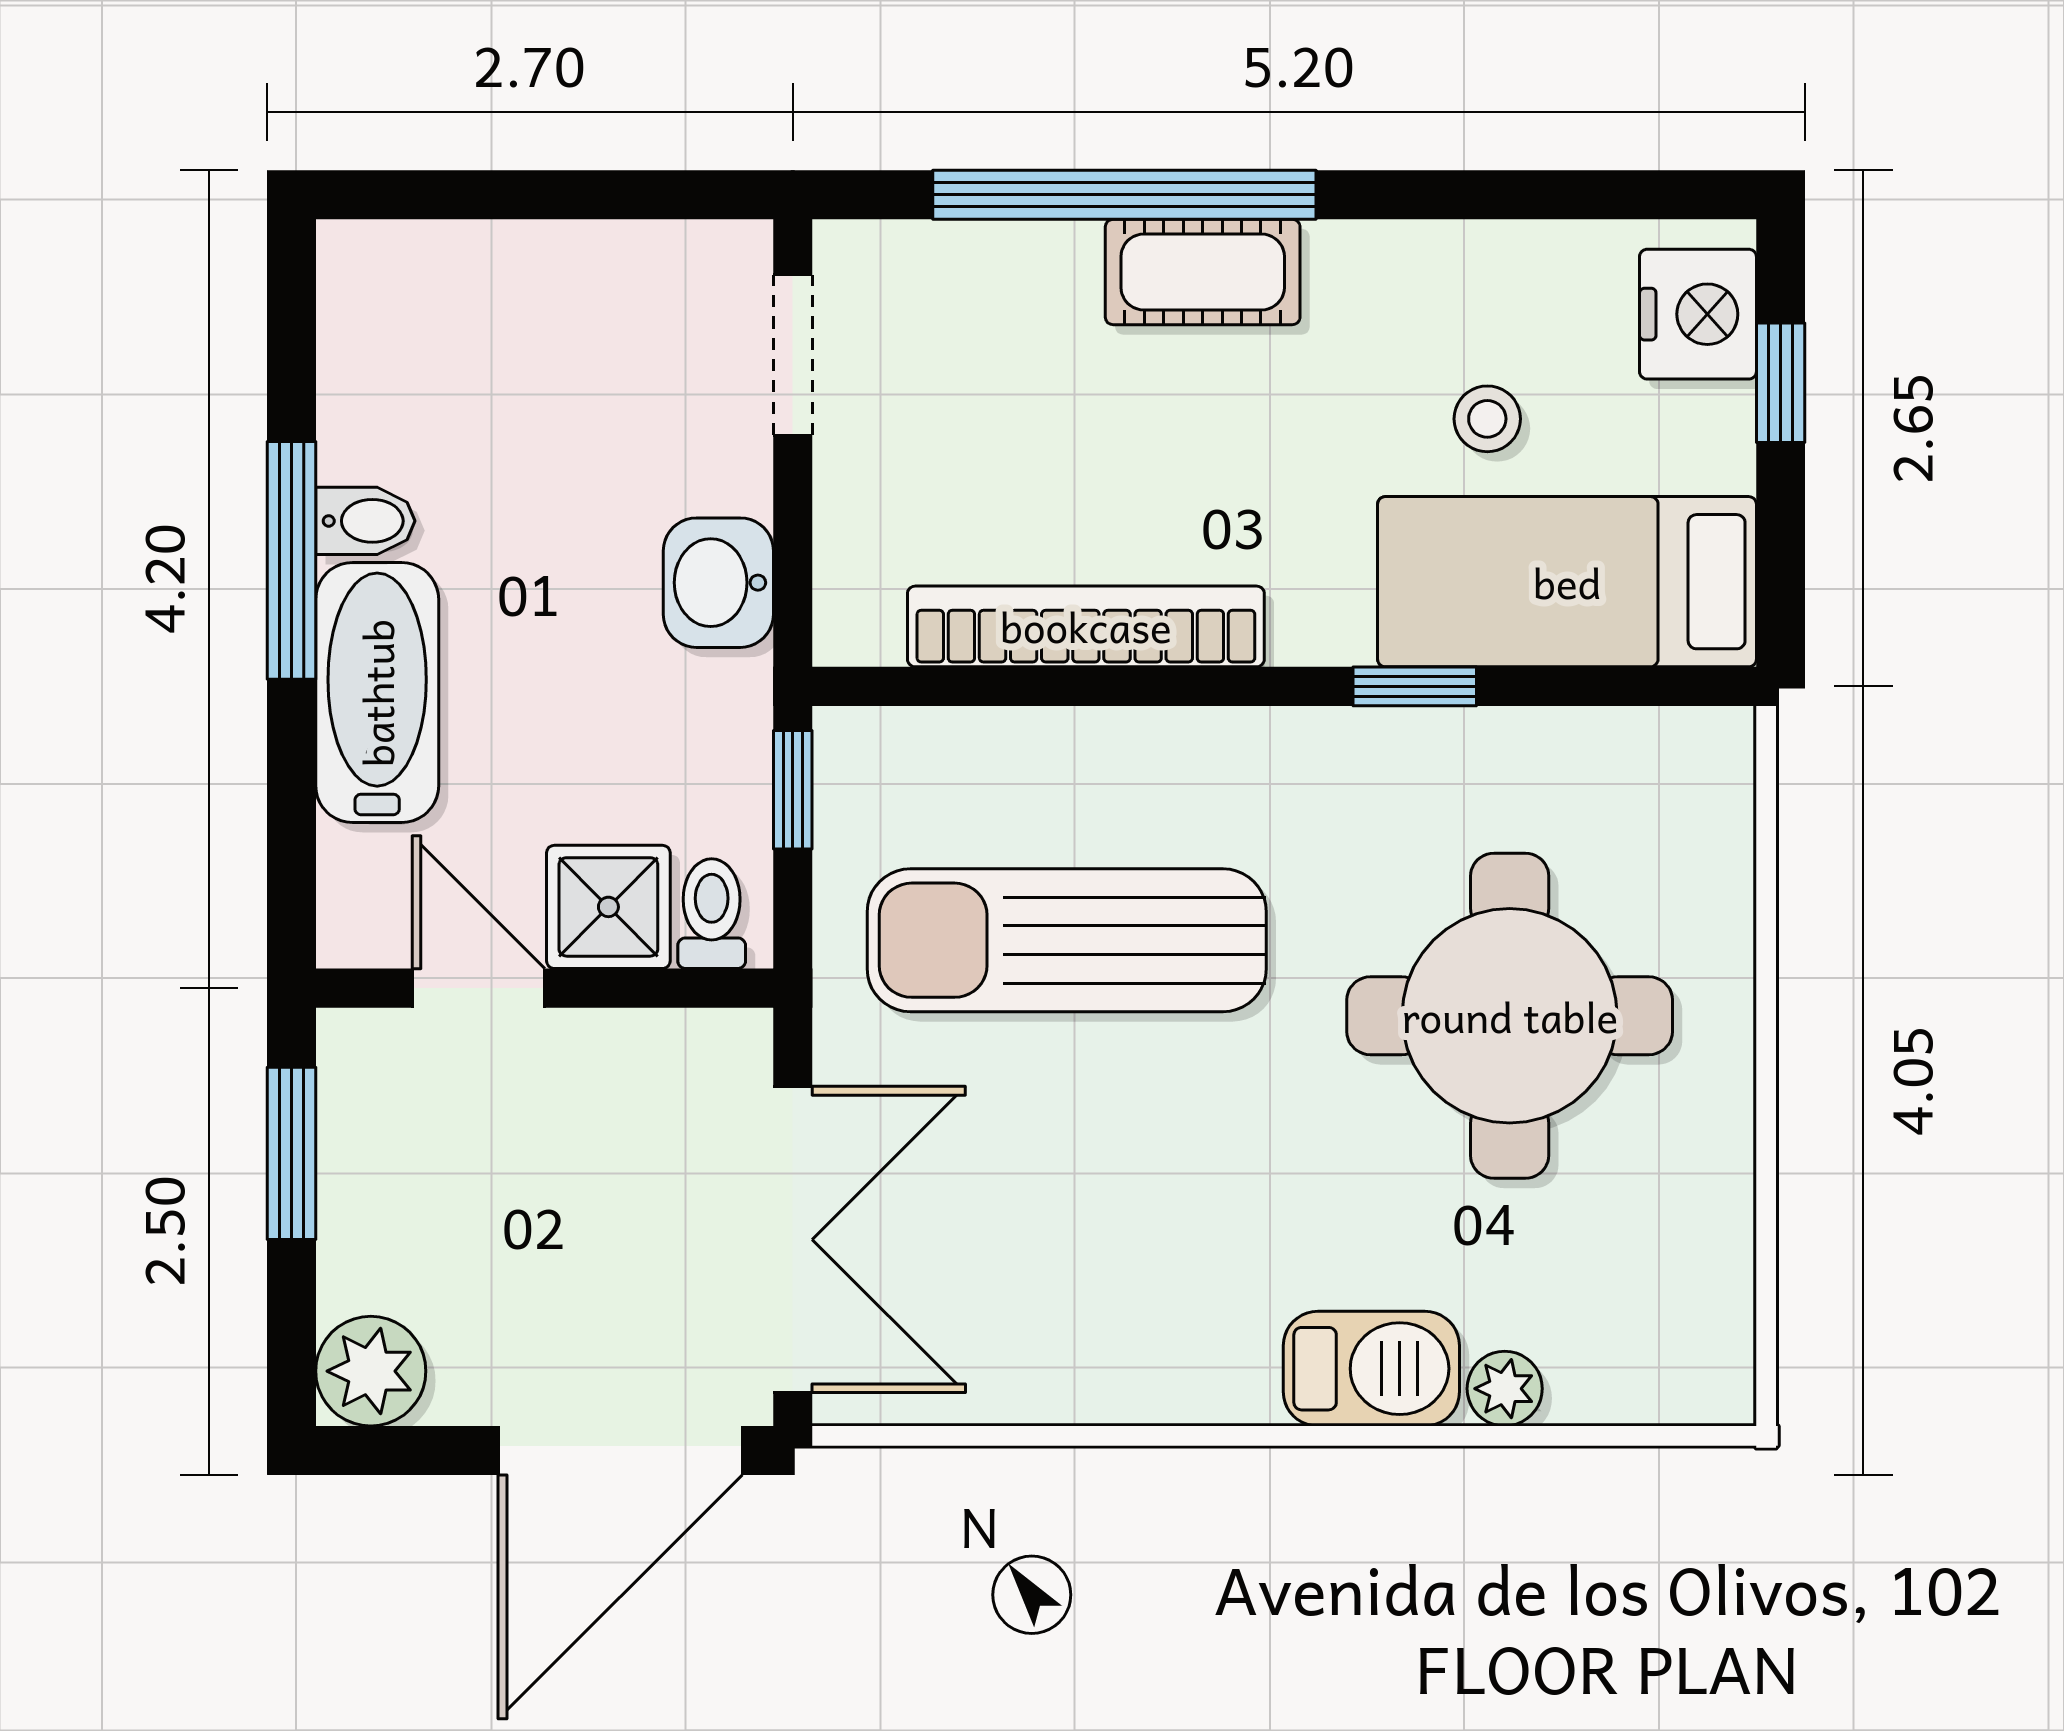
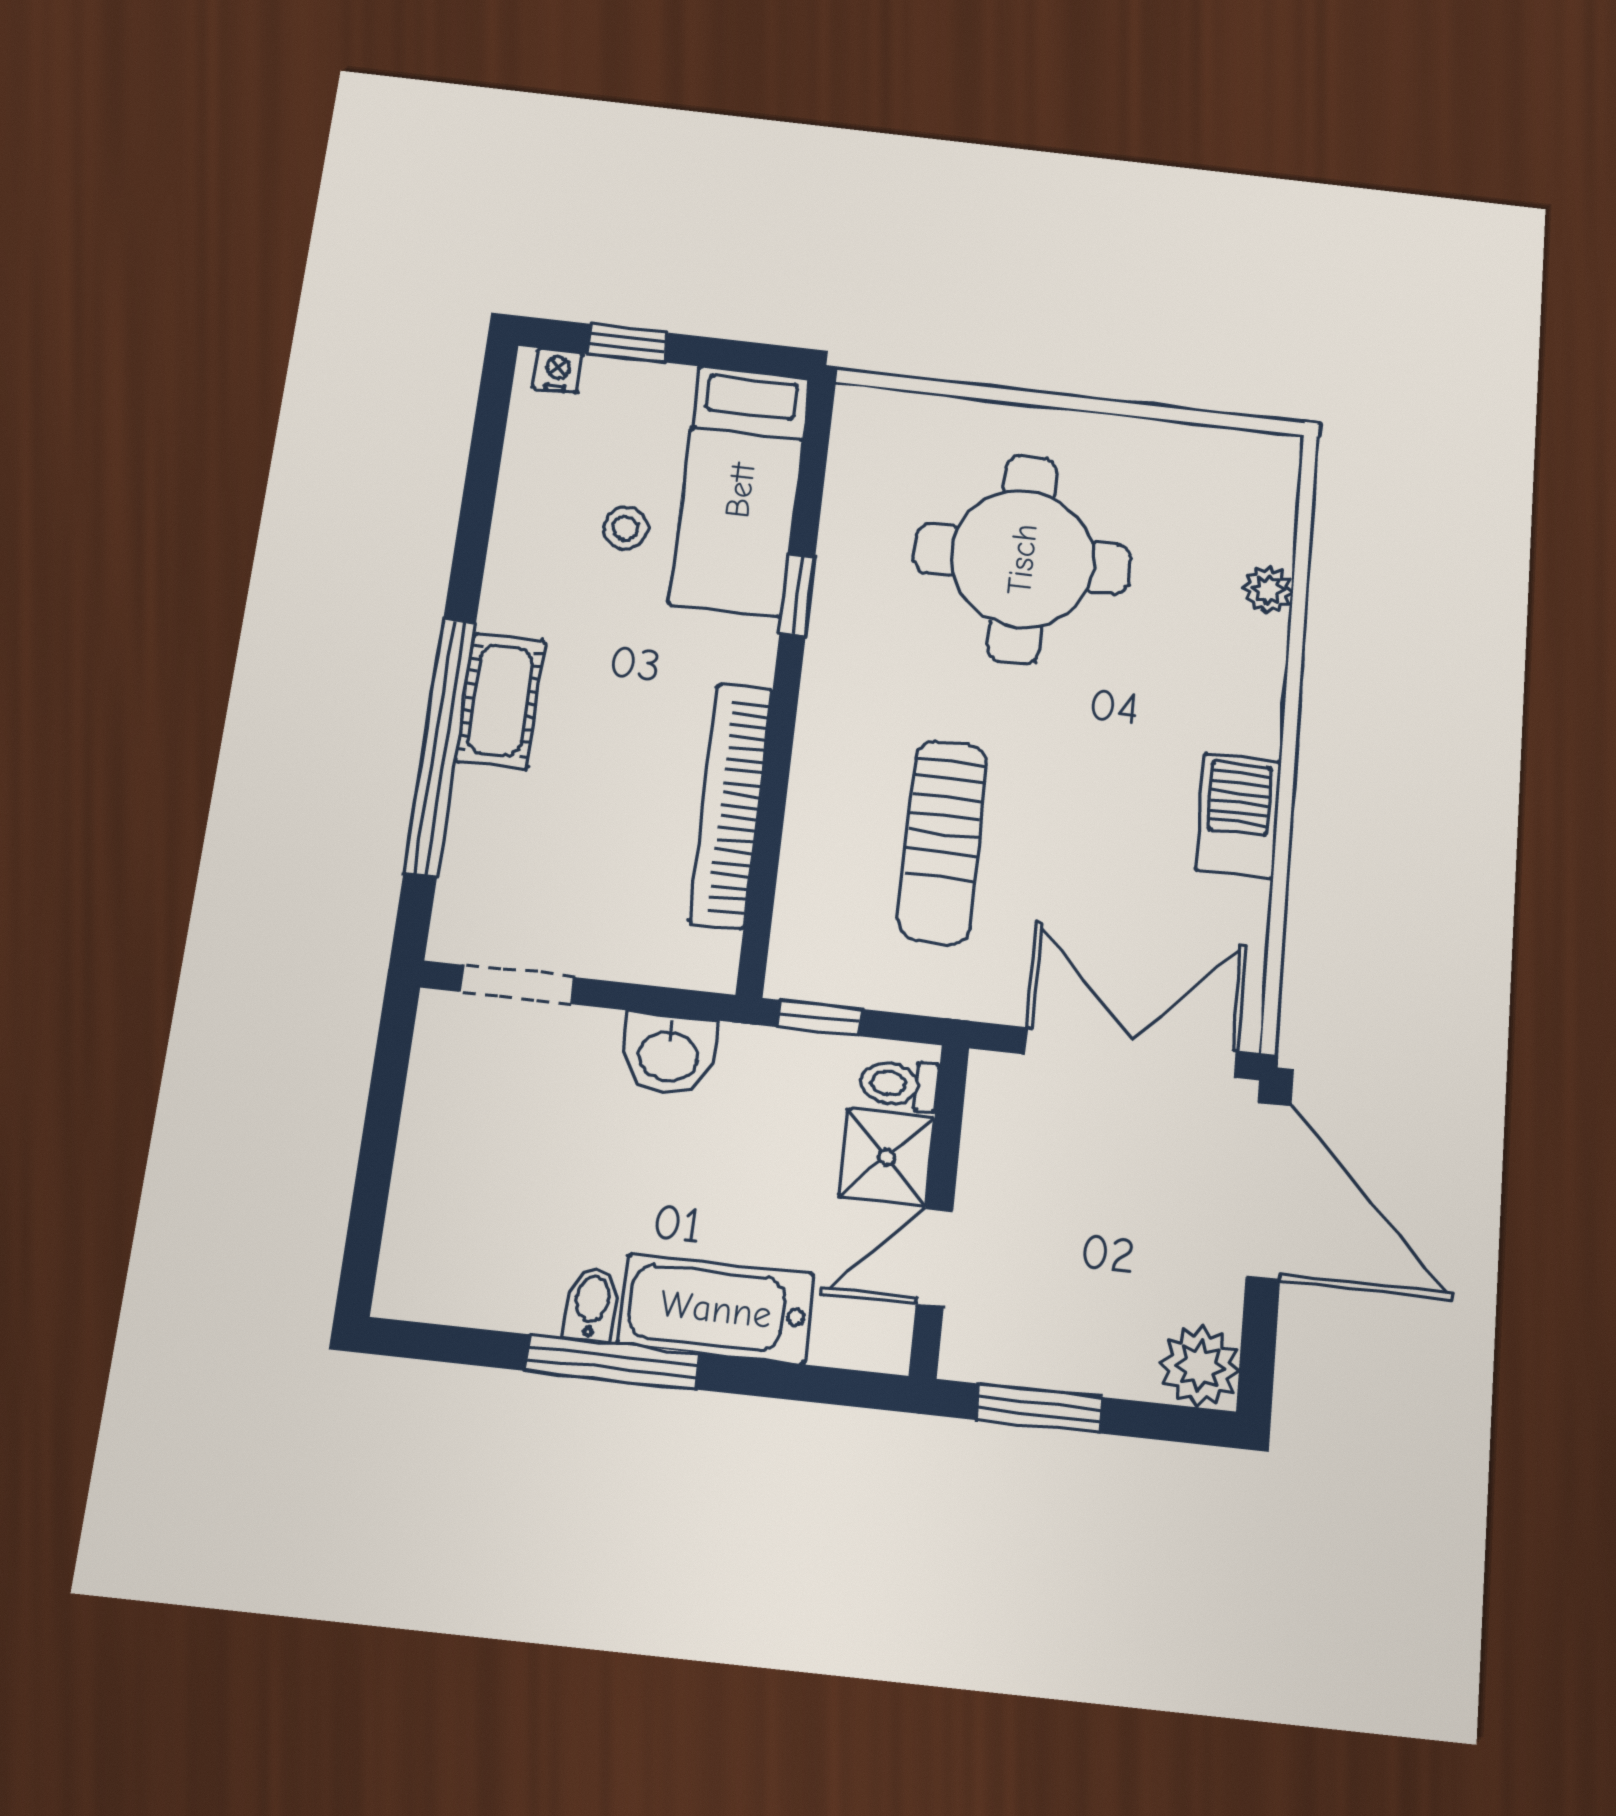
nightstand: (1698, 314) -> (558, 370), width x0.53, depth x0.56
sun lounger: (1067, 940) -> (943, 842), width x0.73, depth x0.75
barbecue: (1371, 1369) -> (1238, 816), moved

